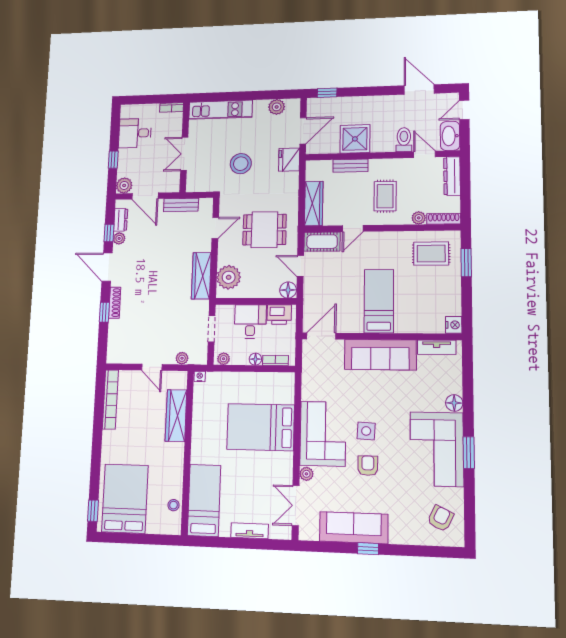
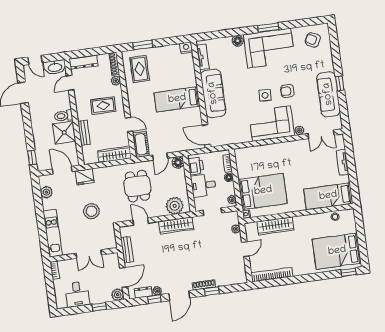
toilet: (404, 140) -> (63, 116), moved
bed: (261, 427) -> (263, 191), moved, turned -90

